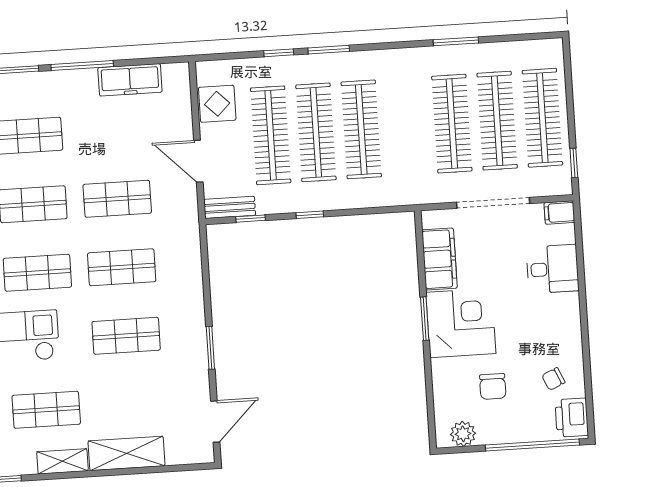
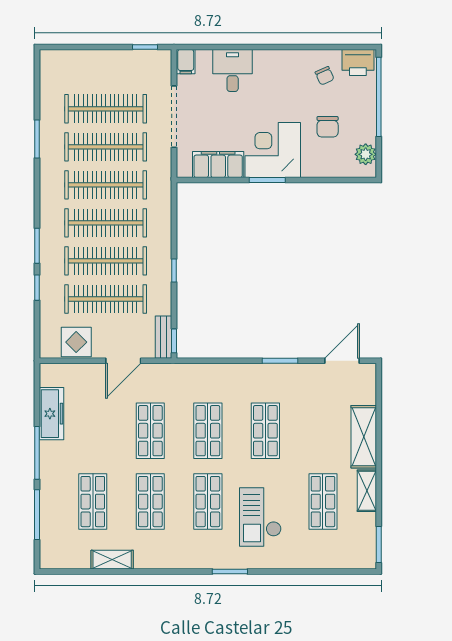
clothes rail: (542, 118) -> (106, 185), moved
window: (251, 219) -> (174, 341), moved
chair: (493, 386) -> (328, 127), turned 90
door: (215, 422) -> (342, 361), hinge flipped

